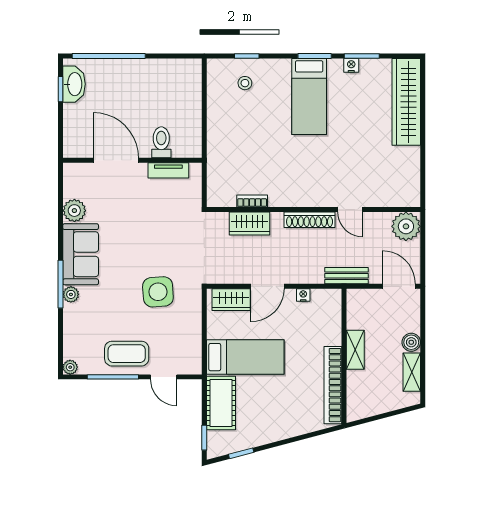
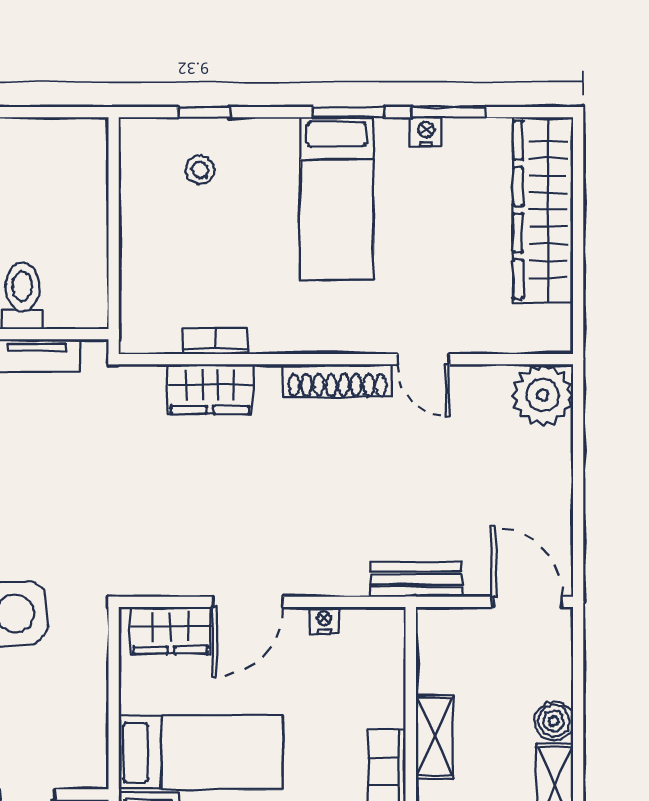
bookcase: (252, 201) -> (215, 341), moved
wall: (314, 210) -> (346, 359), moved
door: (350, 210) -> (423, 359), moved
shoe rack: (310, 220) -> (338, 381), moved
wardrobe: (250, 224) -> (210, 389), moved
plant: (406, 226) -> (542, 395), moved

